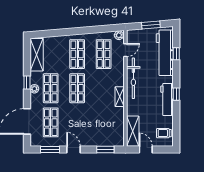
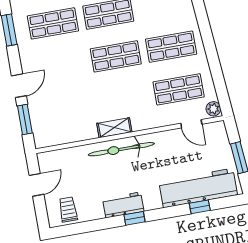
bicycle: (133, 78) -> (121, 149), moved
workbench: (167, 99) -> (123, 205), width x0.73
shelving: (133, 131) -> (62, 159), removed
door: (73, 149) -> (19, 86), moved

